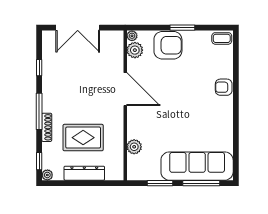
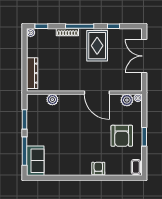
armchair: (168, 45) -> (122, 136), moved
door: (125, 89) -> (97, 93), hinge flipped
rug: (83, 138) -> (97, 46), moved
sofa: (197, 166) -> (35, 161), width x0.54, depth x0.79
dresser: (84, 173) -> (32, 73), moved

